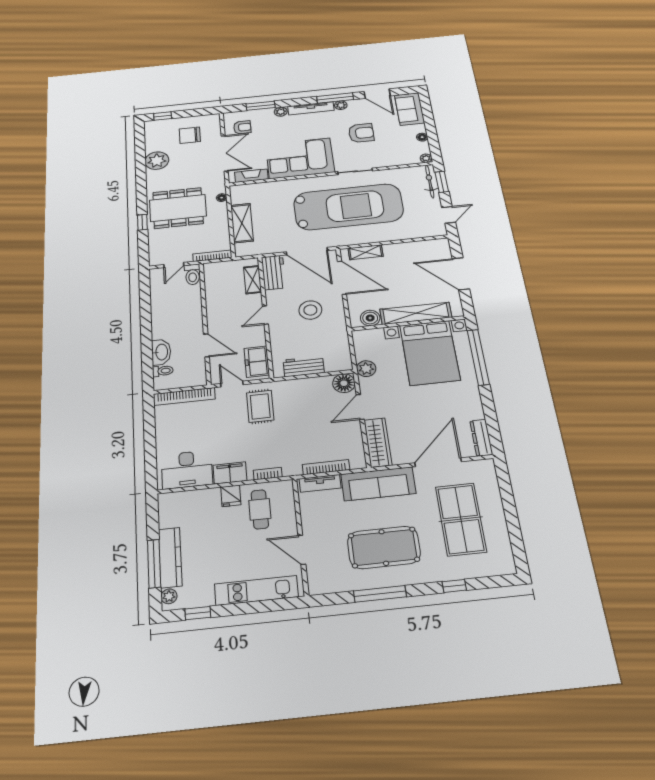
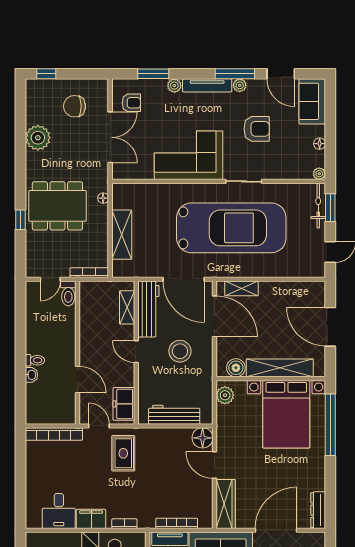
fireplace: (251, 176) -> (136, 172), removed
workbench: (274, 272) -> (148, 309), width x1.38
door: (265, 315) -> (136, 352), hinge flipped
washbasin: (161, 352) -> (31, 375), width x0.52, depth x0.69
workbench: (304, 366) -> (174, 415), width x1.38
plant: (366, 369) -> (225, 395), moved
toilet: (163, 371) -> (35, 360), moved
door: (360, 407) -> (214, 465), hinge flipped
desk: (187, 470) -> (59, 511), width x0.73

